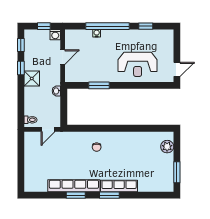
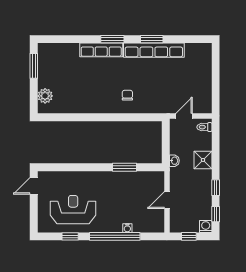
washing machine: (55, 35) -> (206, 226), moved
reception desk: (138, 64) -> (73, 210), moved
shower: (32, 79) -> (203, 160), moved

